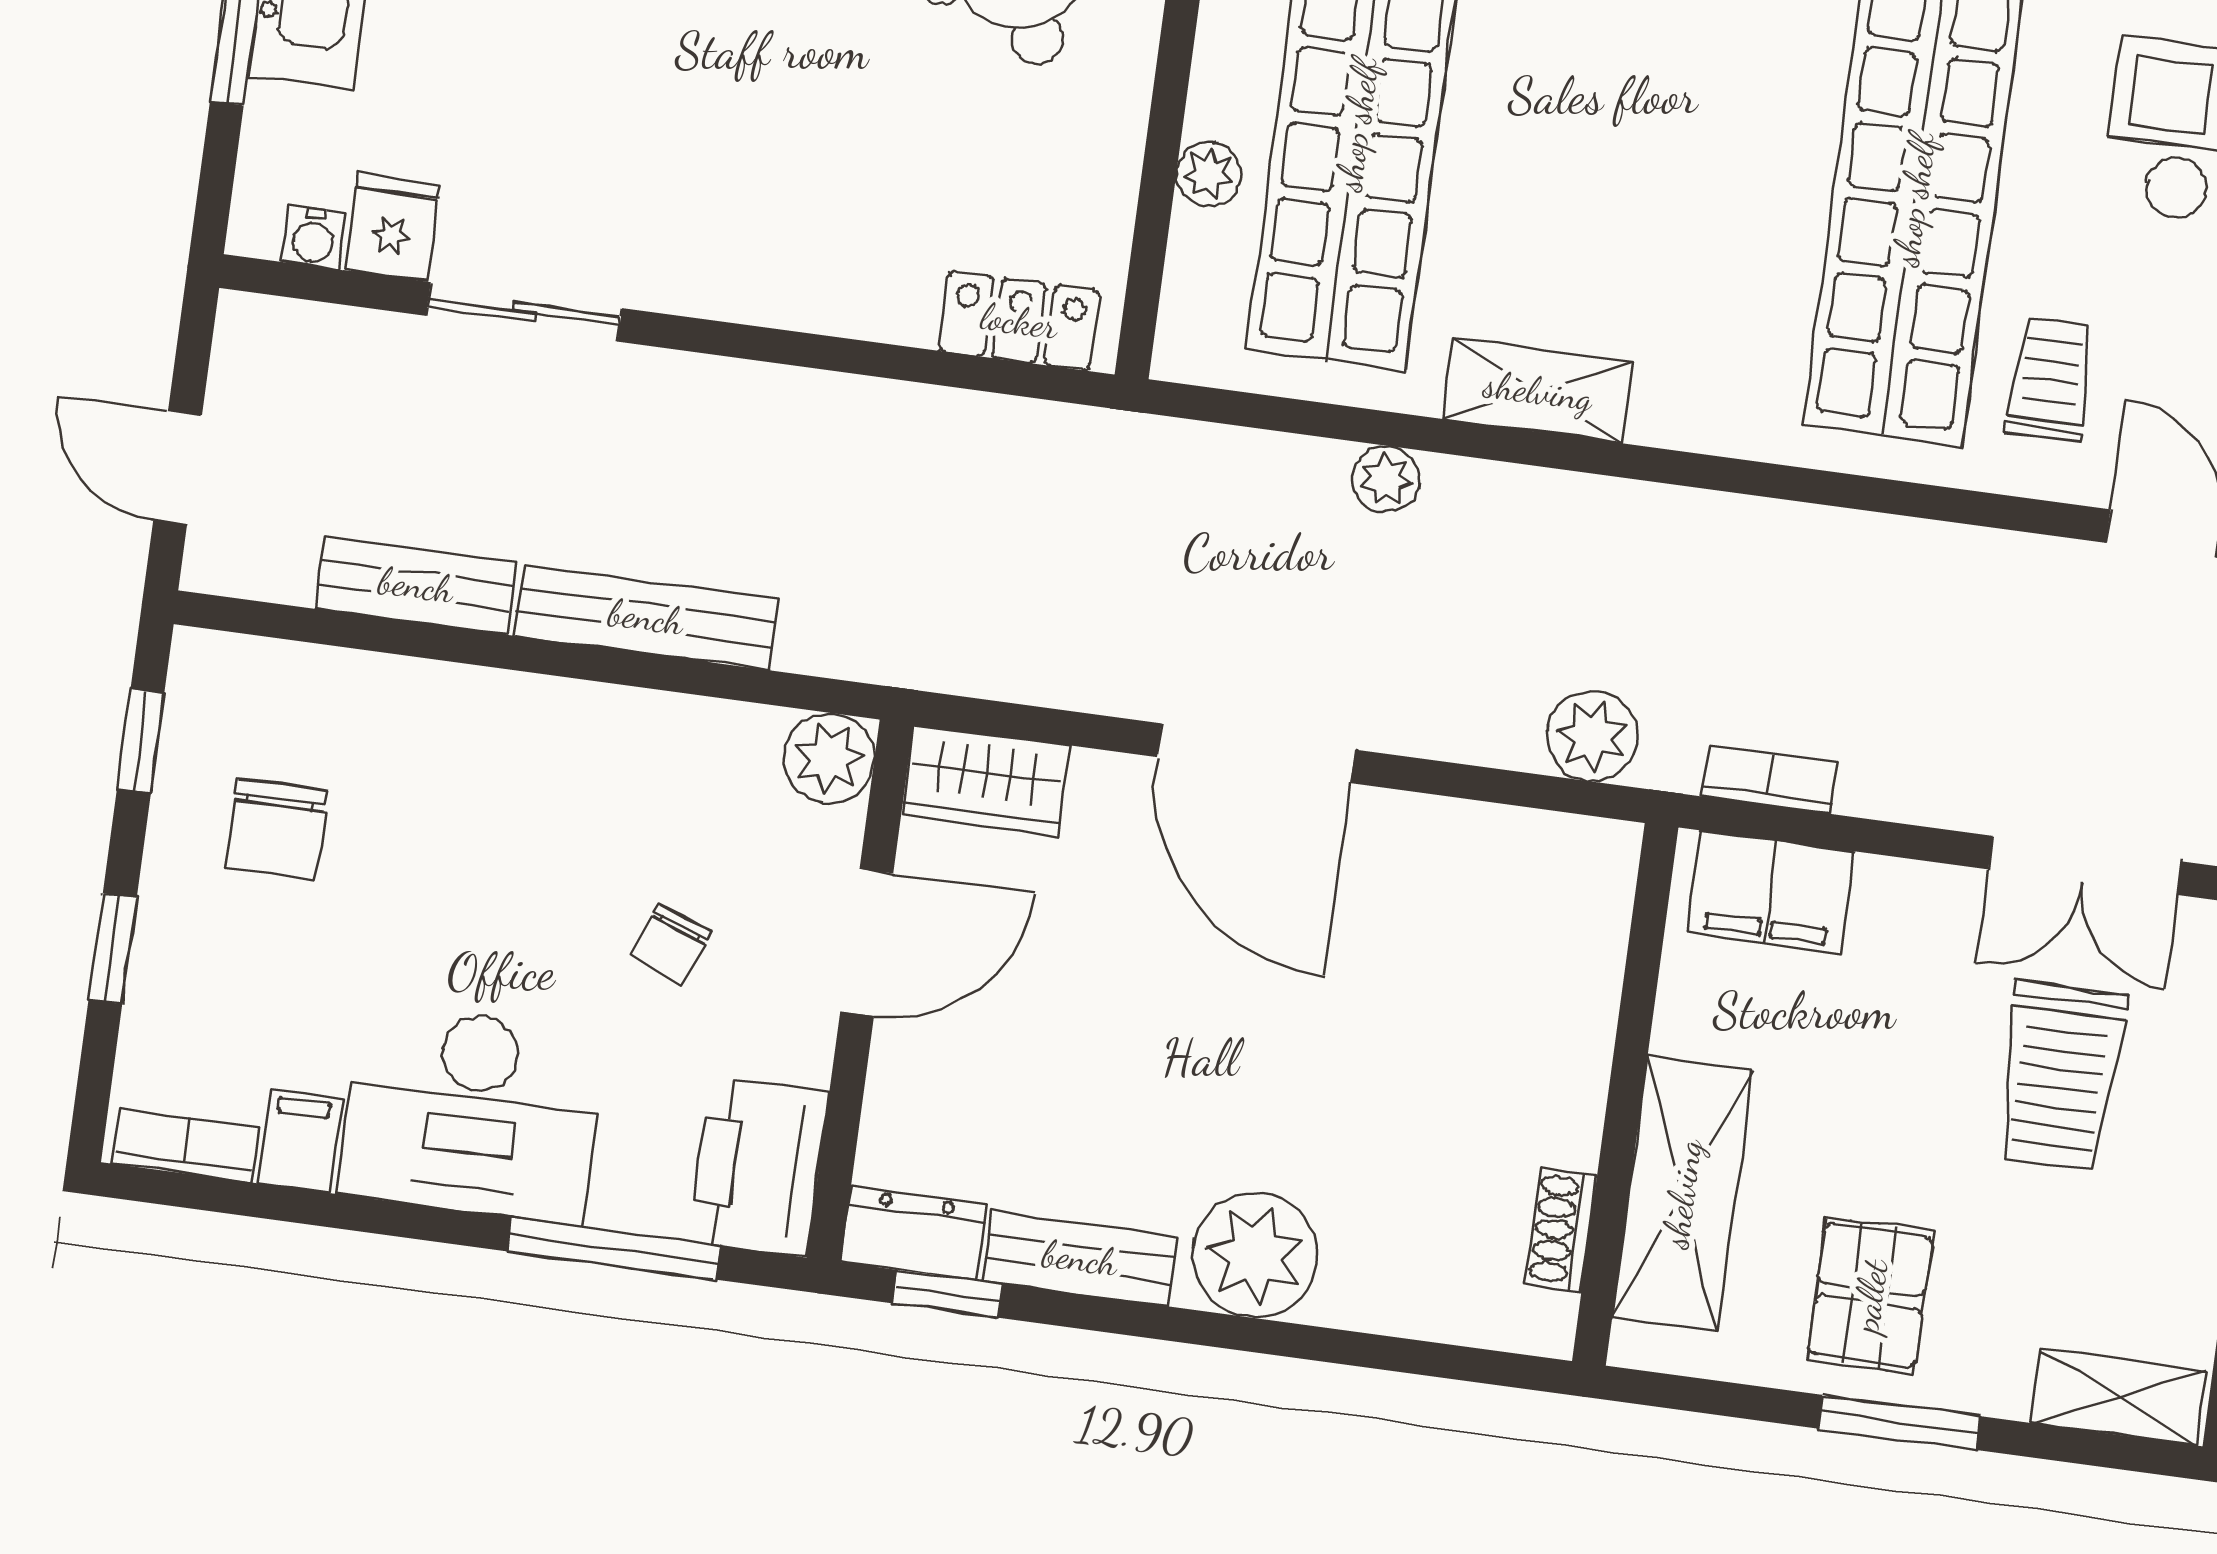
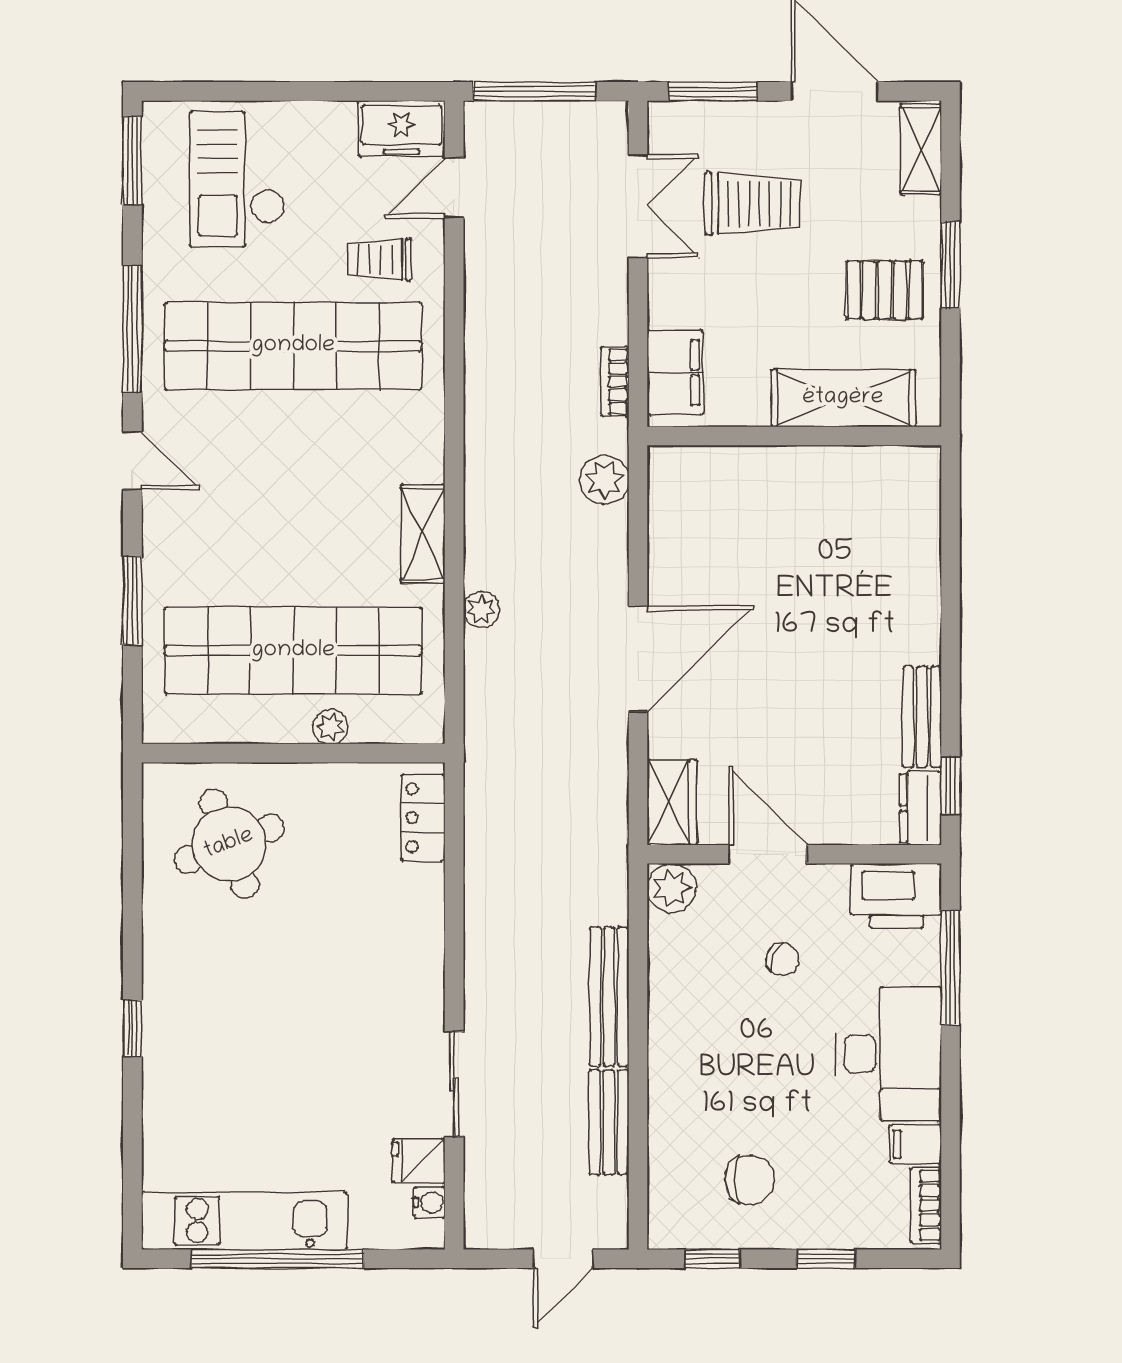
shoe rack: (1561, 1230) -> (872, 461), removed
plant: (1255, 1255) -> (908, 623), removed

